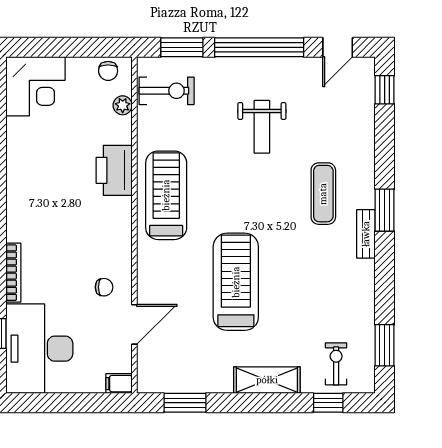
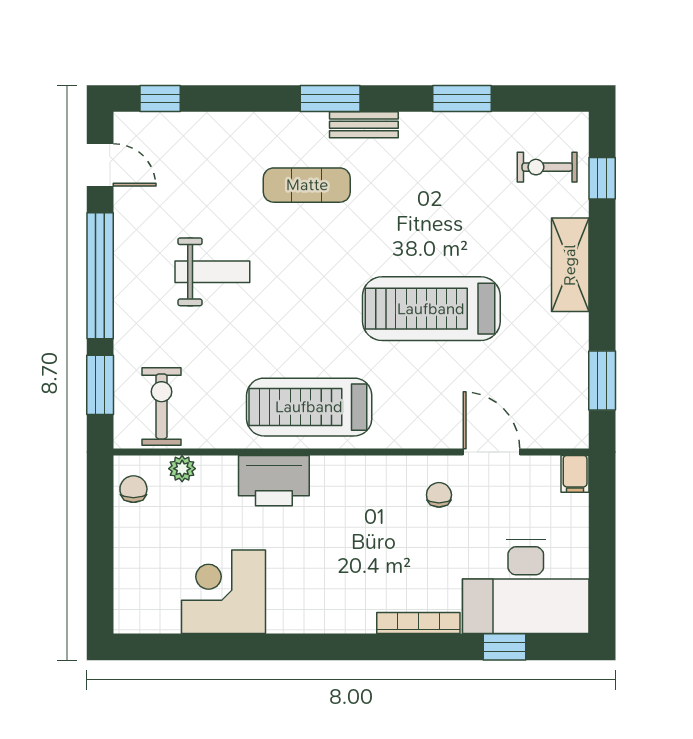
chair: (108, 71) -> (133, 489), turned -90
corner desk: (35, 86) -> (224, 592), moved, turned -90
window: (385, 345) -> (462, 98), moved

